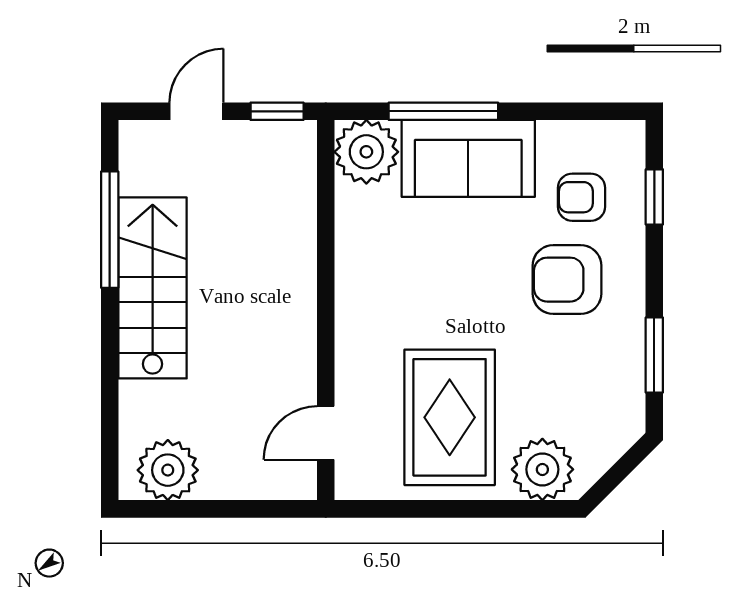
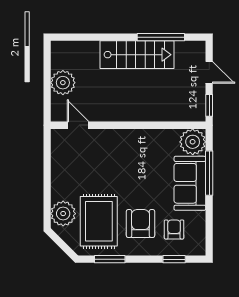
rug: (450, 417) -> (99, 221), moved, turned 90
plant: (168, 470) -> (63, 83), moved

